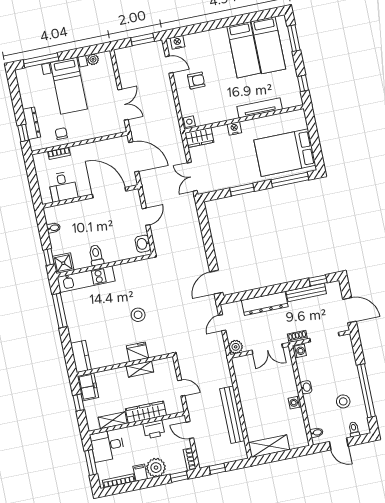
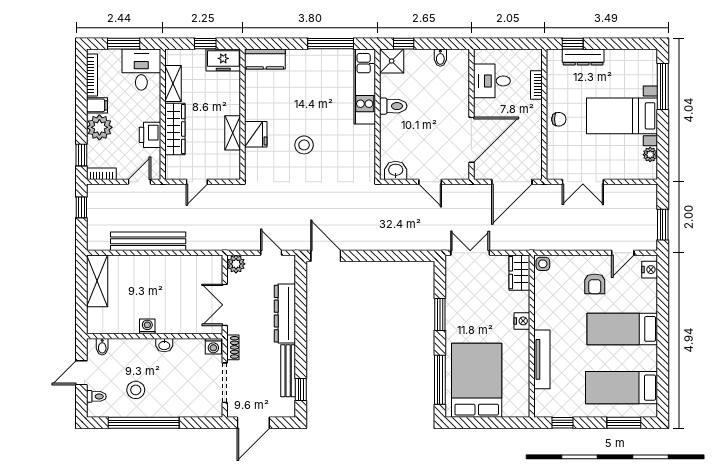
bed: (244, 50) -> (622, 329), moved
chair: (61, 134) -> (559, 119), moved

